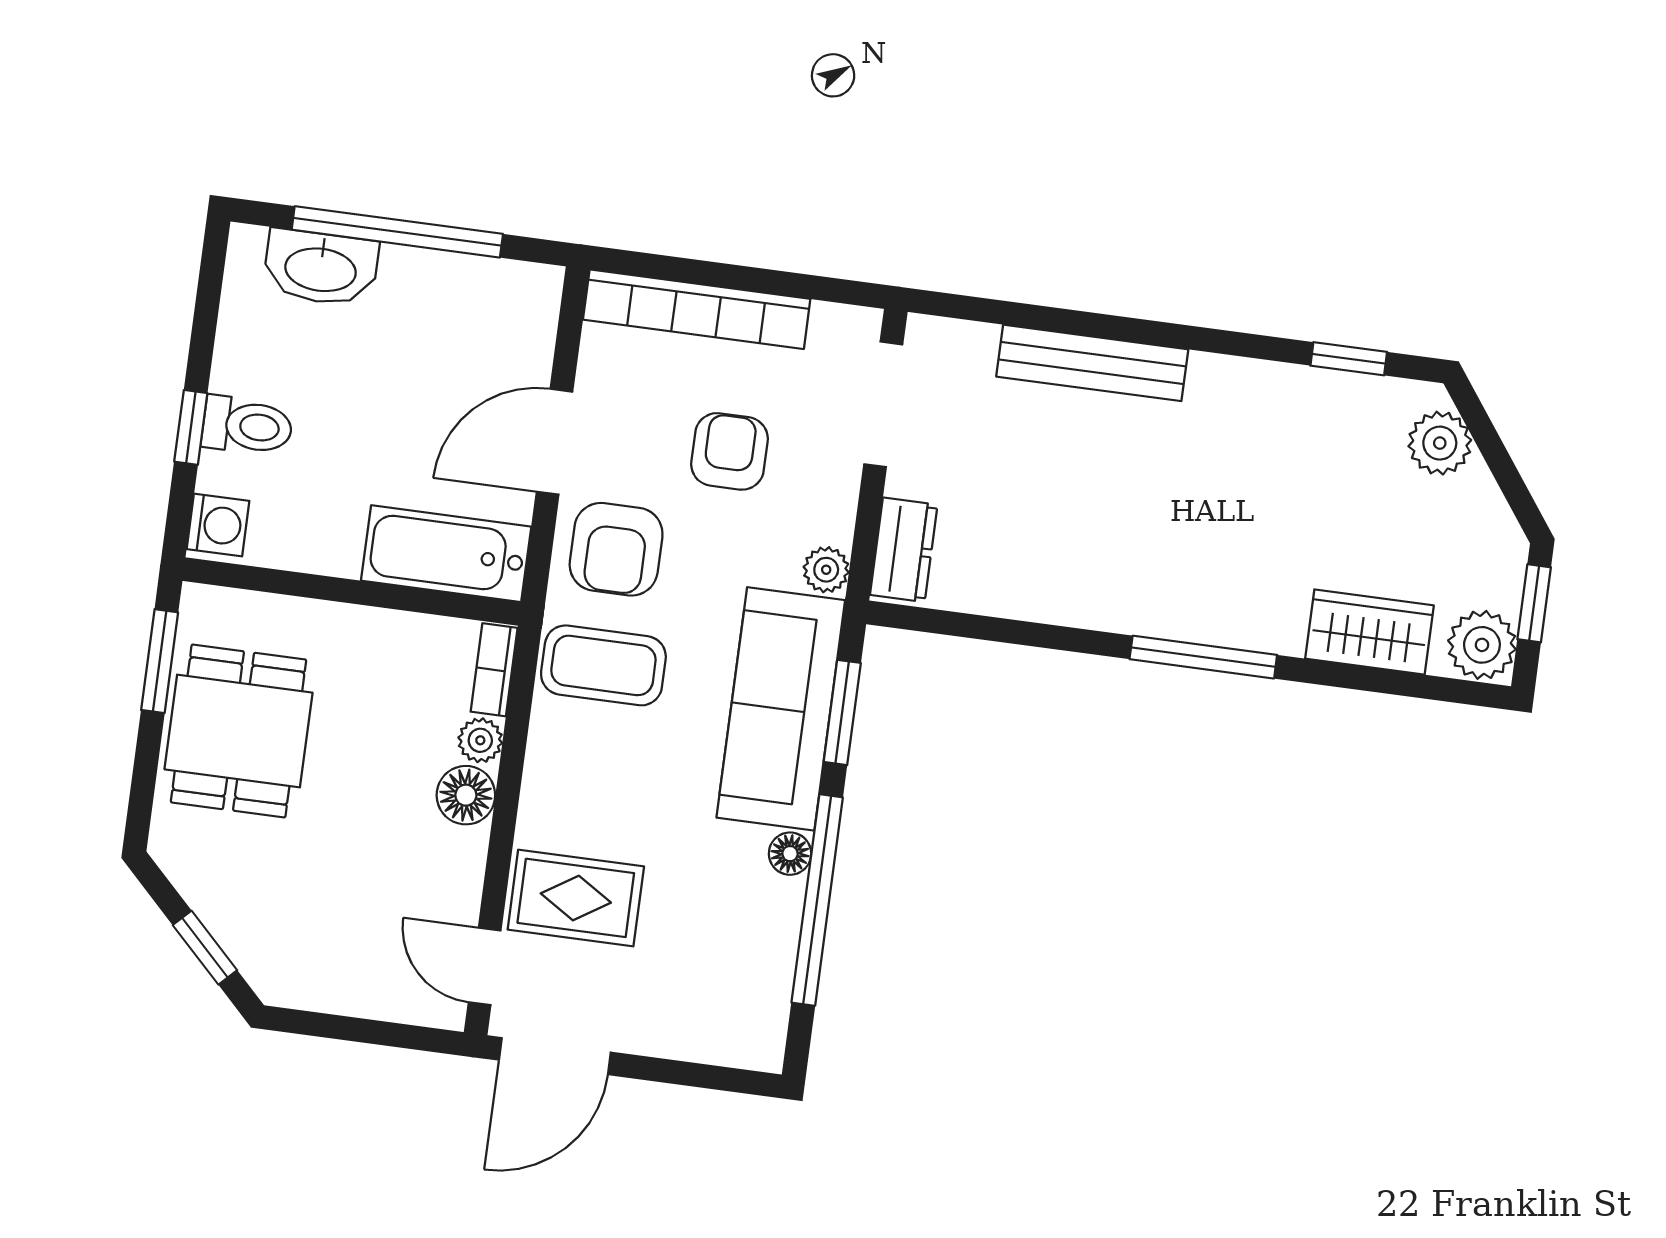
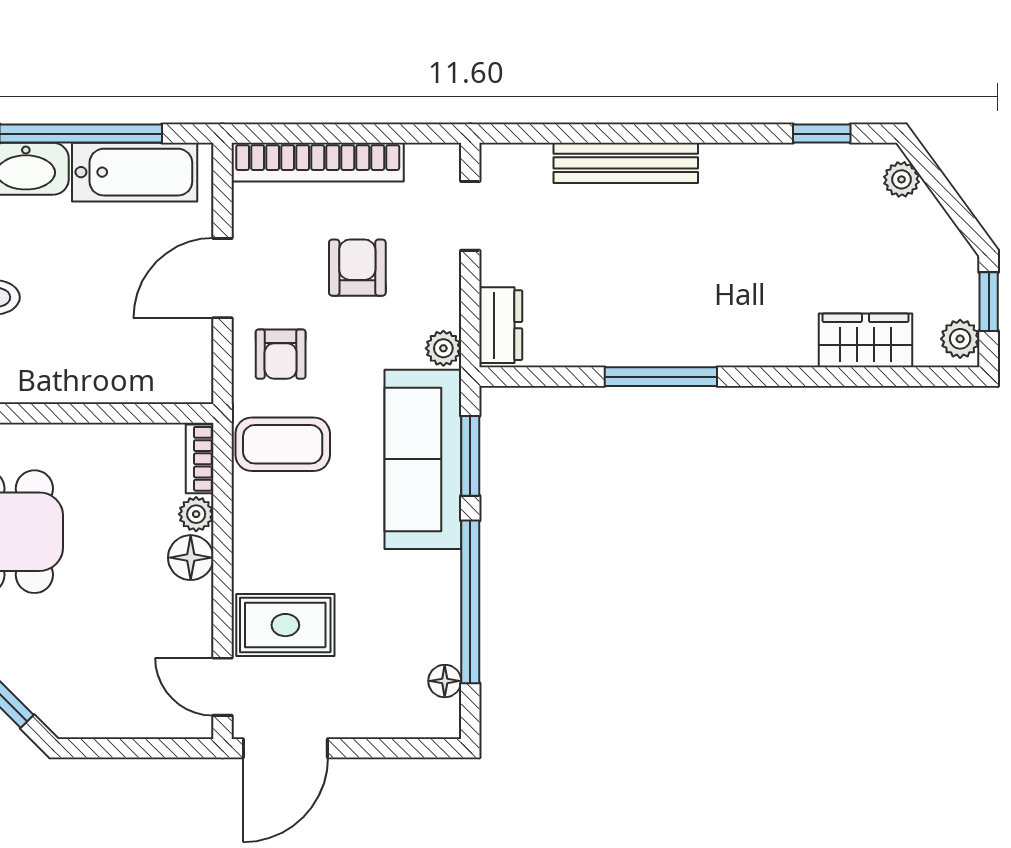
doorway: (883, 404) -> (470, 216), width x0.73
plant: (1440, 443) -> (902, 179), width x0.73, depth x0.73
armchair: (616, 549) -> (281, 354), width x0.72, depth x0.72
bathtub: (446, 554) -> (135, 172), moved, turned 180
plant: (1482, 645) -> (960, 339), width x0.73, depth x0.73
window: (1203, 657) -> (661, 377), moved
floor lamp: (790, 854) -> (445, 681), moved

